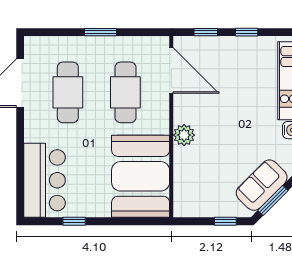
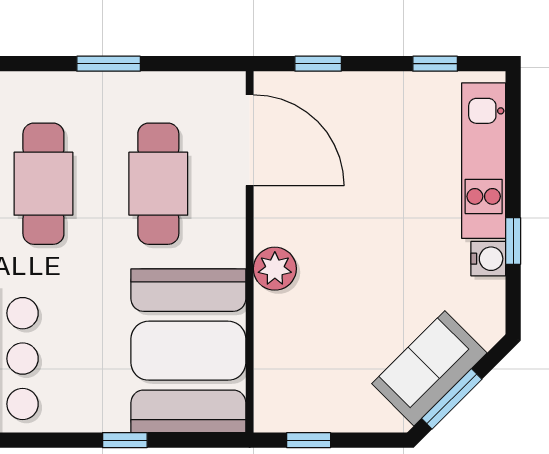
window: (247, 32) -> (435, 64), moved
window: (74, 221) -> (125, 440), moved
window: (225, 221) -> (309, 440), moved

